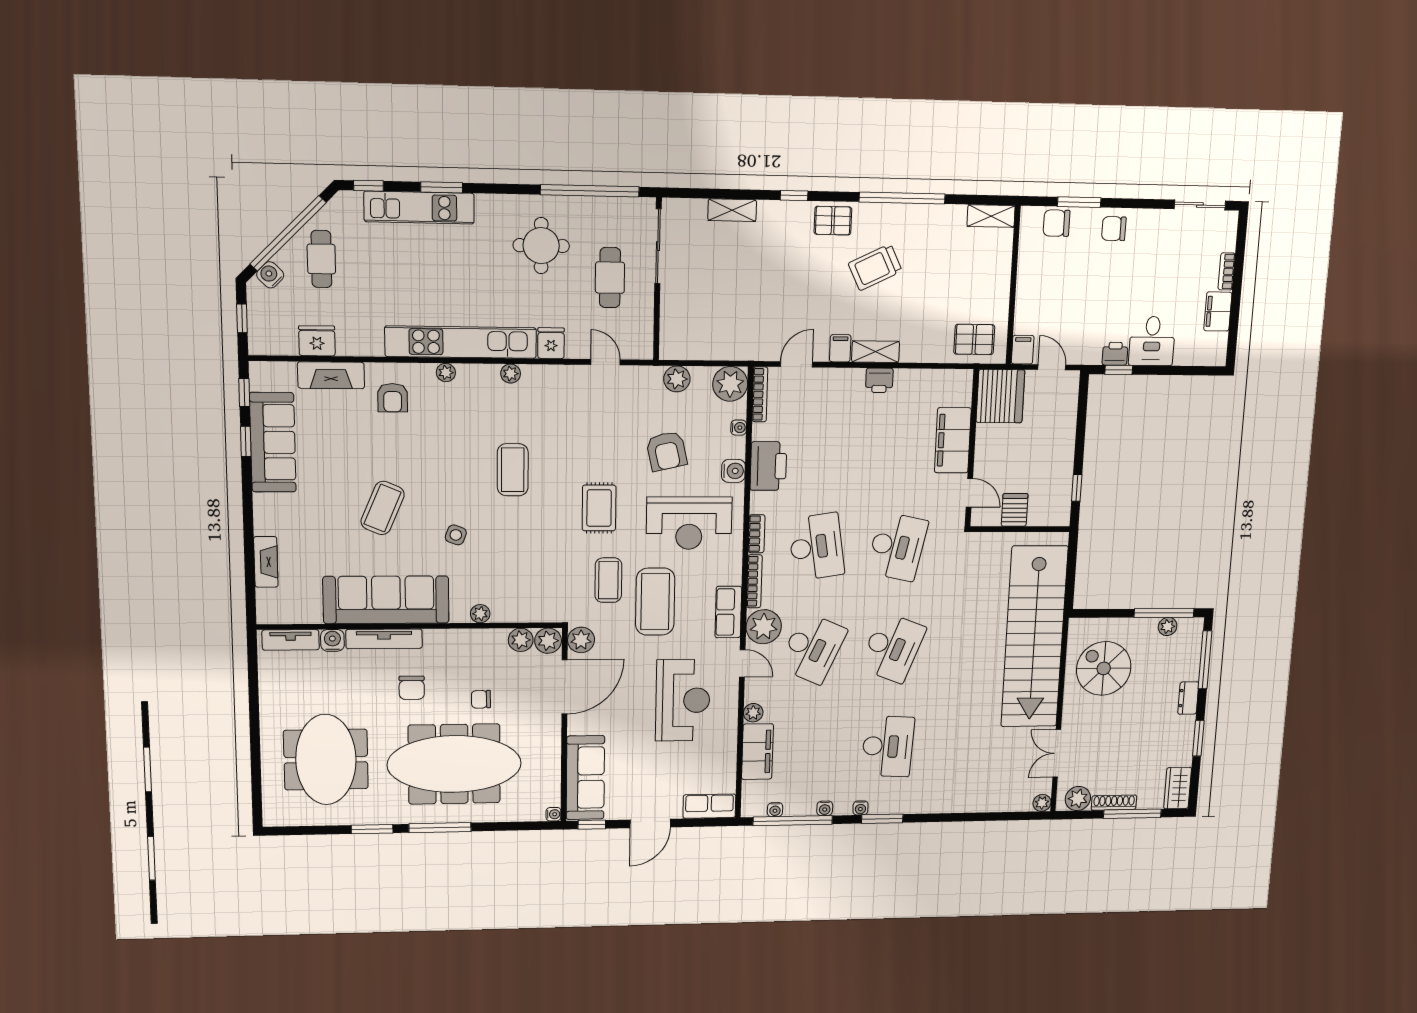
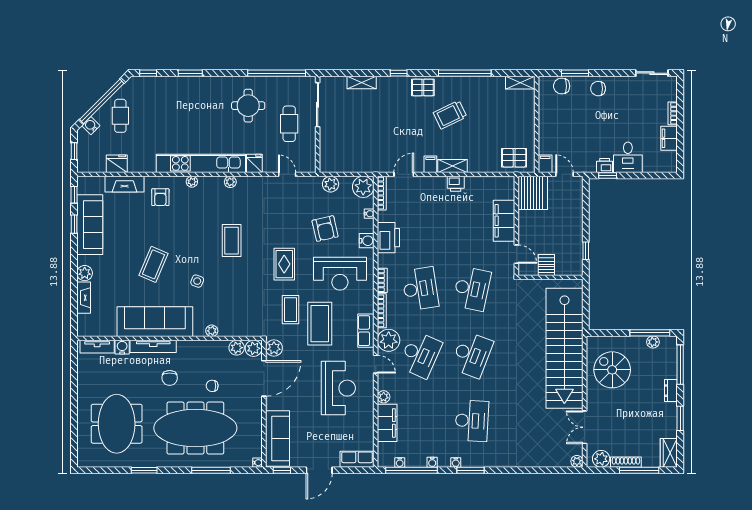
kitchen unit: (419, 207) -> (177, 85), removed
plant: (266, 522) -> (85, 273), added
window: (440, 828) -> (211, 470), moved

